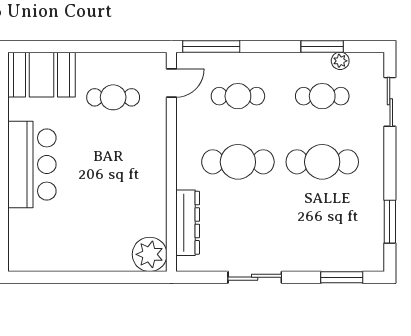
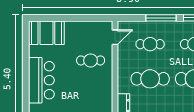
window: (211, 46) -> (161, 18), moved
cafe table: (113, 97) -> (91, 60), moved

